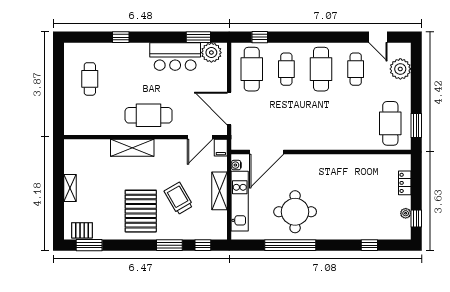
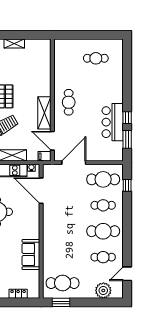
window: (121, 37) -> (127, 118), moved
plant: (211, 53) -> (116, 149), removed
cafe table: (149, 115) -> (69, 102), width x0.73, depth x0.74
shelving: (132, 148) -> (44, 113), moved
sofa: (352, 166) -> (31, 254), added

